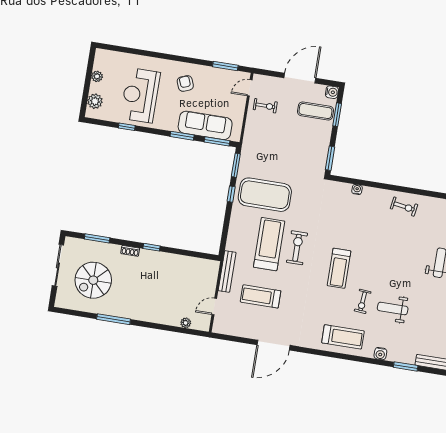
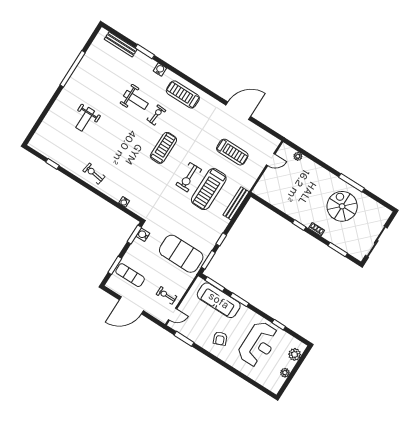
water cooler: (332, 92) -> (143, 235), moved
exercise mat: (265, 195) -> (181, 254), moved
bench: (227, 271) -> (236, 203), moved
spiral stairs: (93, 280) -> (342, 206), moved, turned -90

